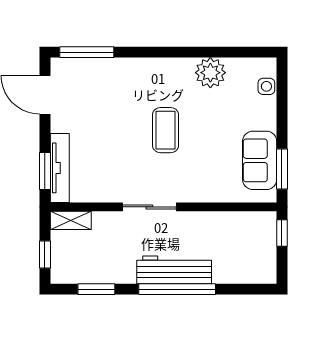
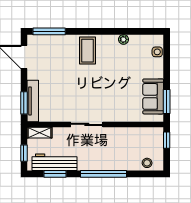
plant: (210, 73) -> (124, 39), width x0.53, depth x0.53
coffee table: (166, 130) -> (88, 51), moved
workbench: (174, 270) -> (54, 162), moved
stool: (249, 271) -> (147, 163), added

